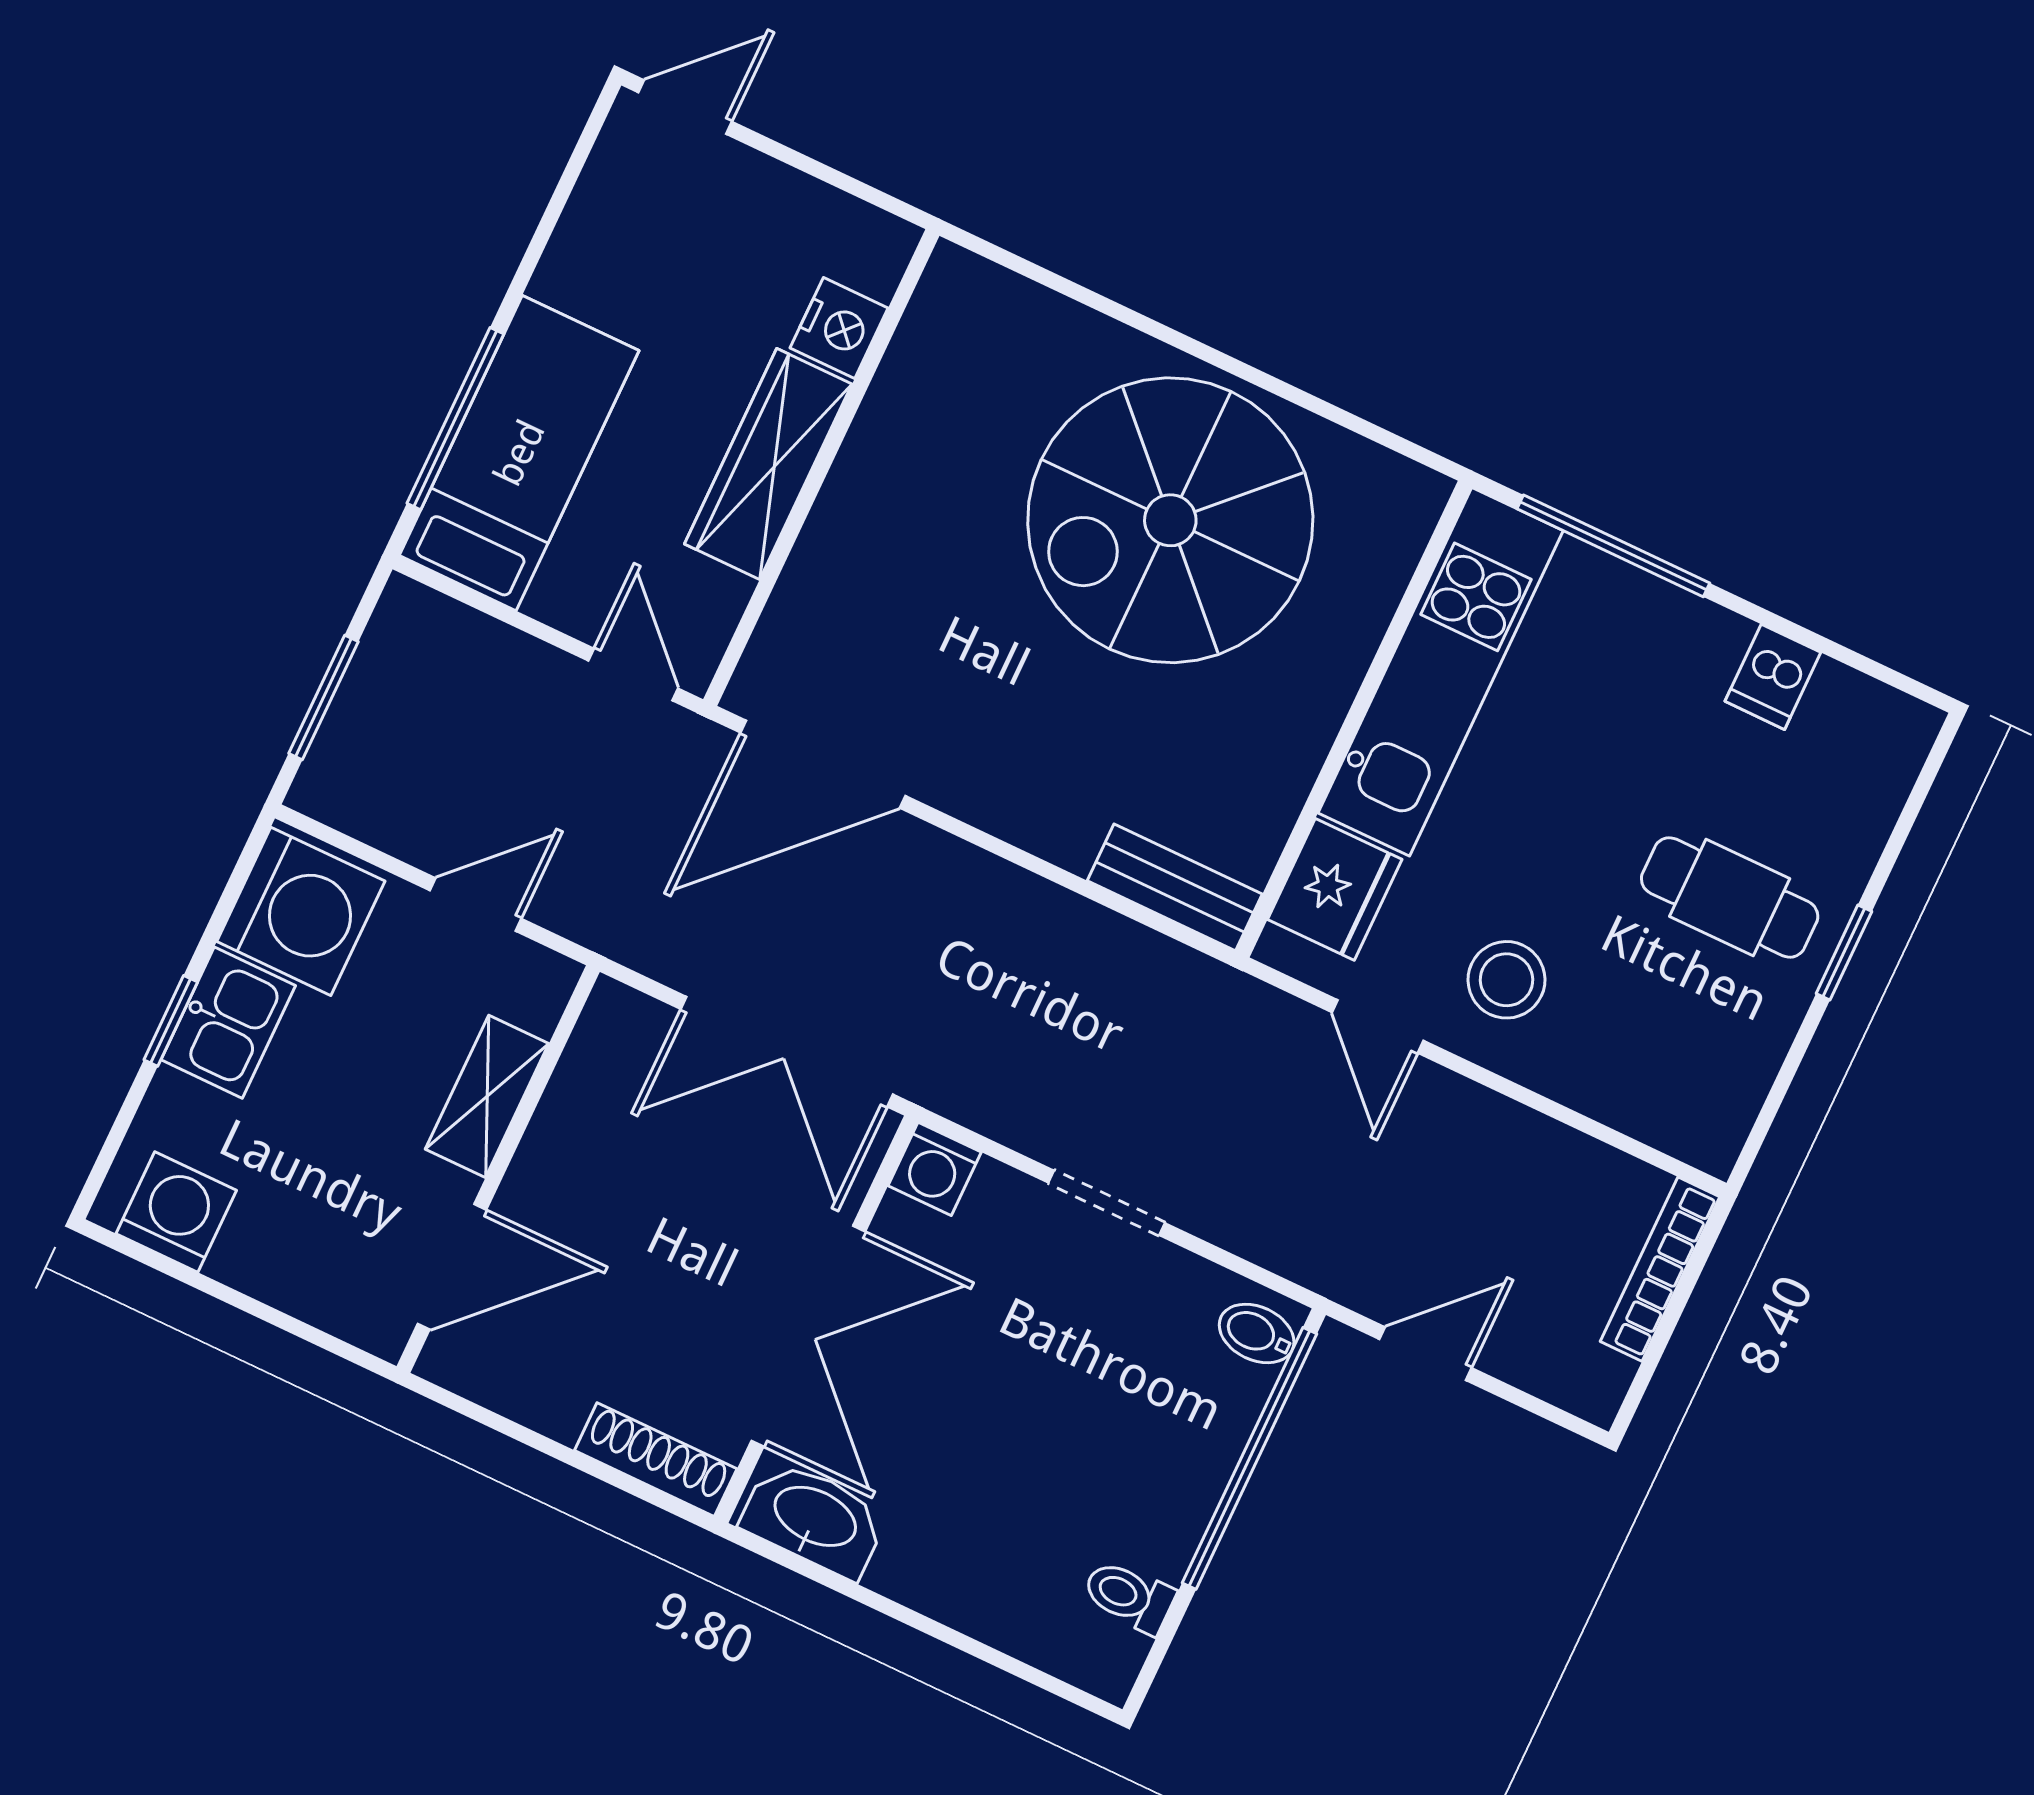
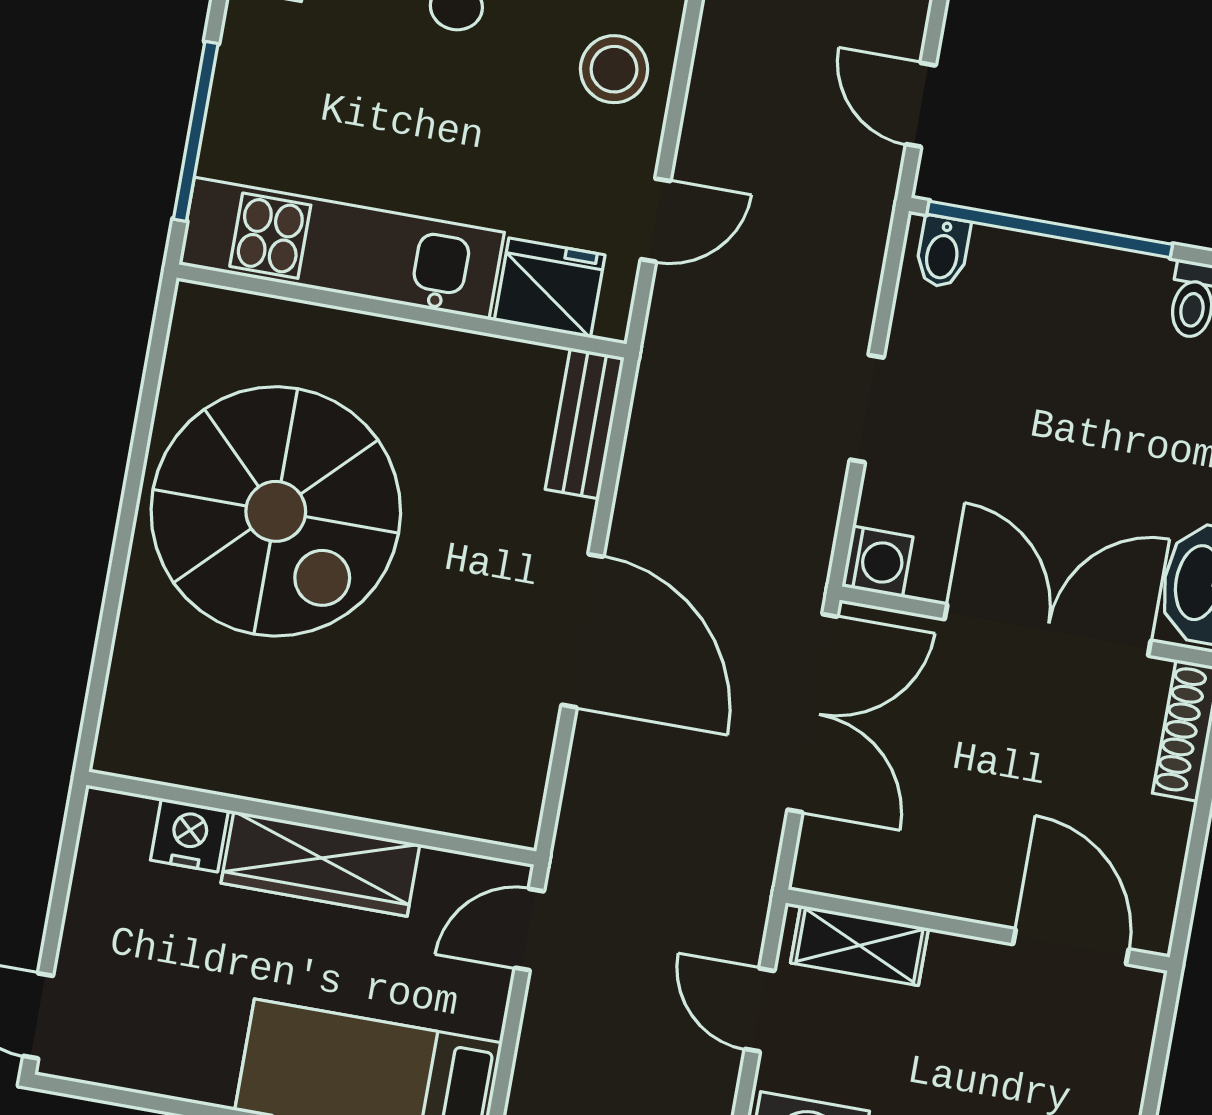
door: (823, 764) -> (582, 631), moved
stool: (1506, 980) -> (614, 69), moved
shelving: (487, 1096) -> (860, 945), moved

